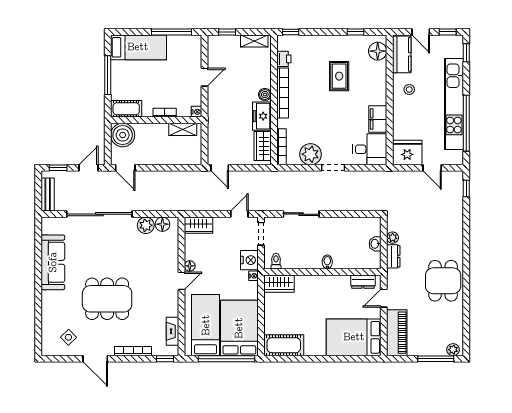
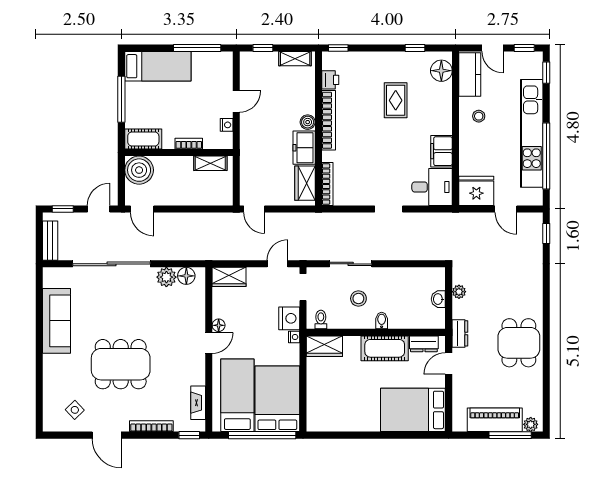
nightstand: (197, 112) -> (227, 125), moved
plant: (310, 154) -> (362, 193), removed
stool: (308, 243) -> (358, 299), added
dresser: (393, 256) -> (460, 333), moved
piano: (397, 333) -> (495, 420), moved, turned -90
cot: (284, 345) -> (385, 348), moved

